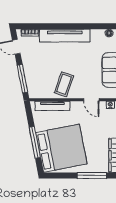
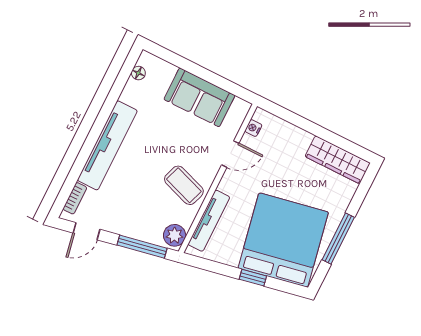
plant: (36, 92) -> (175, 235), added
window: (35, 142) -> (253, 278), width x0.46
window: (92, 176) -> (338, 238), moved

